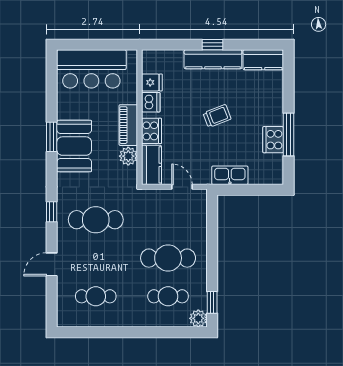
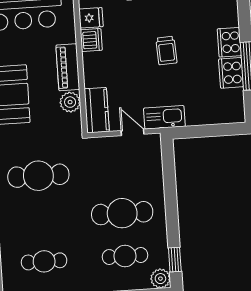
trolley: (217, 116) -> (166, 51), turned 108
cooker: (151, 131) -> (229, 42), moved, turned 180
kitchen sink: (230, 175) -> (164, 117), moved

